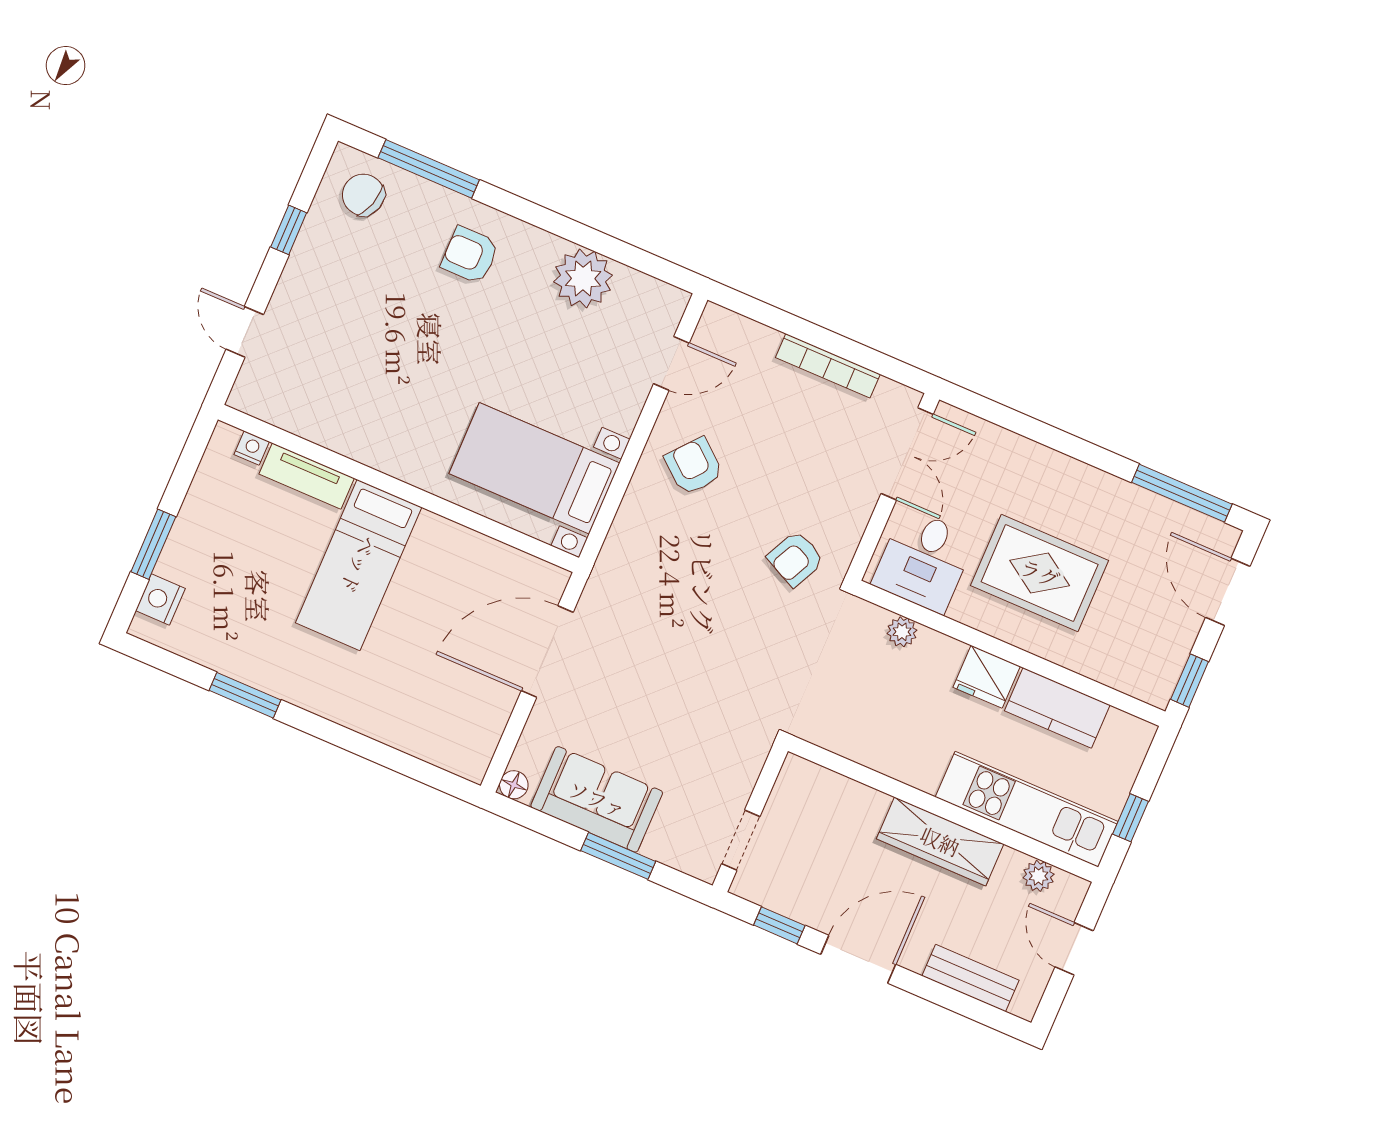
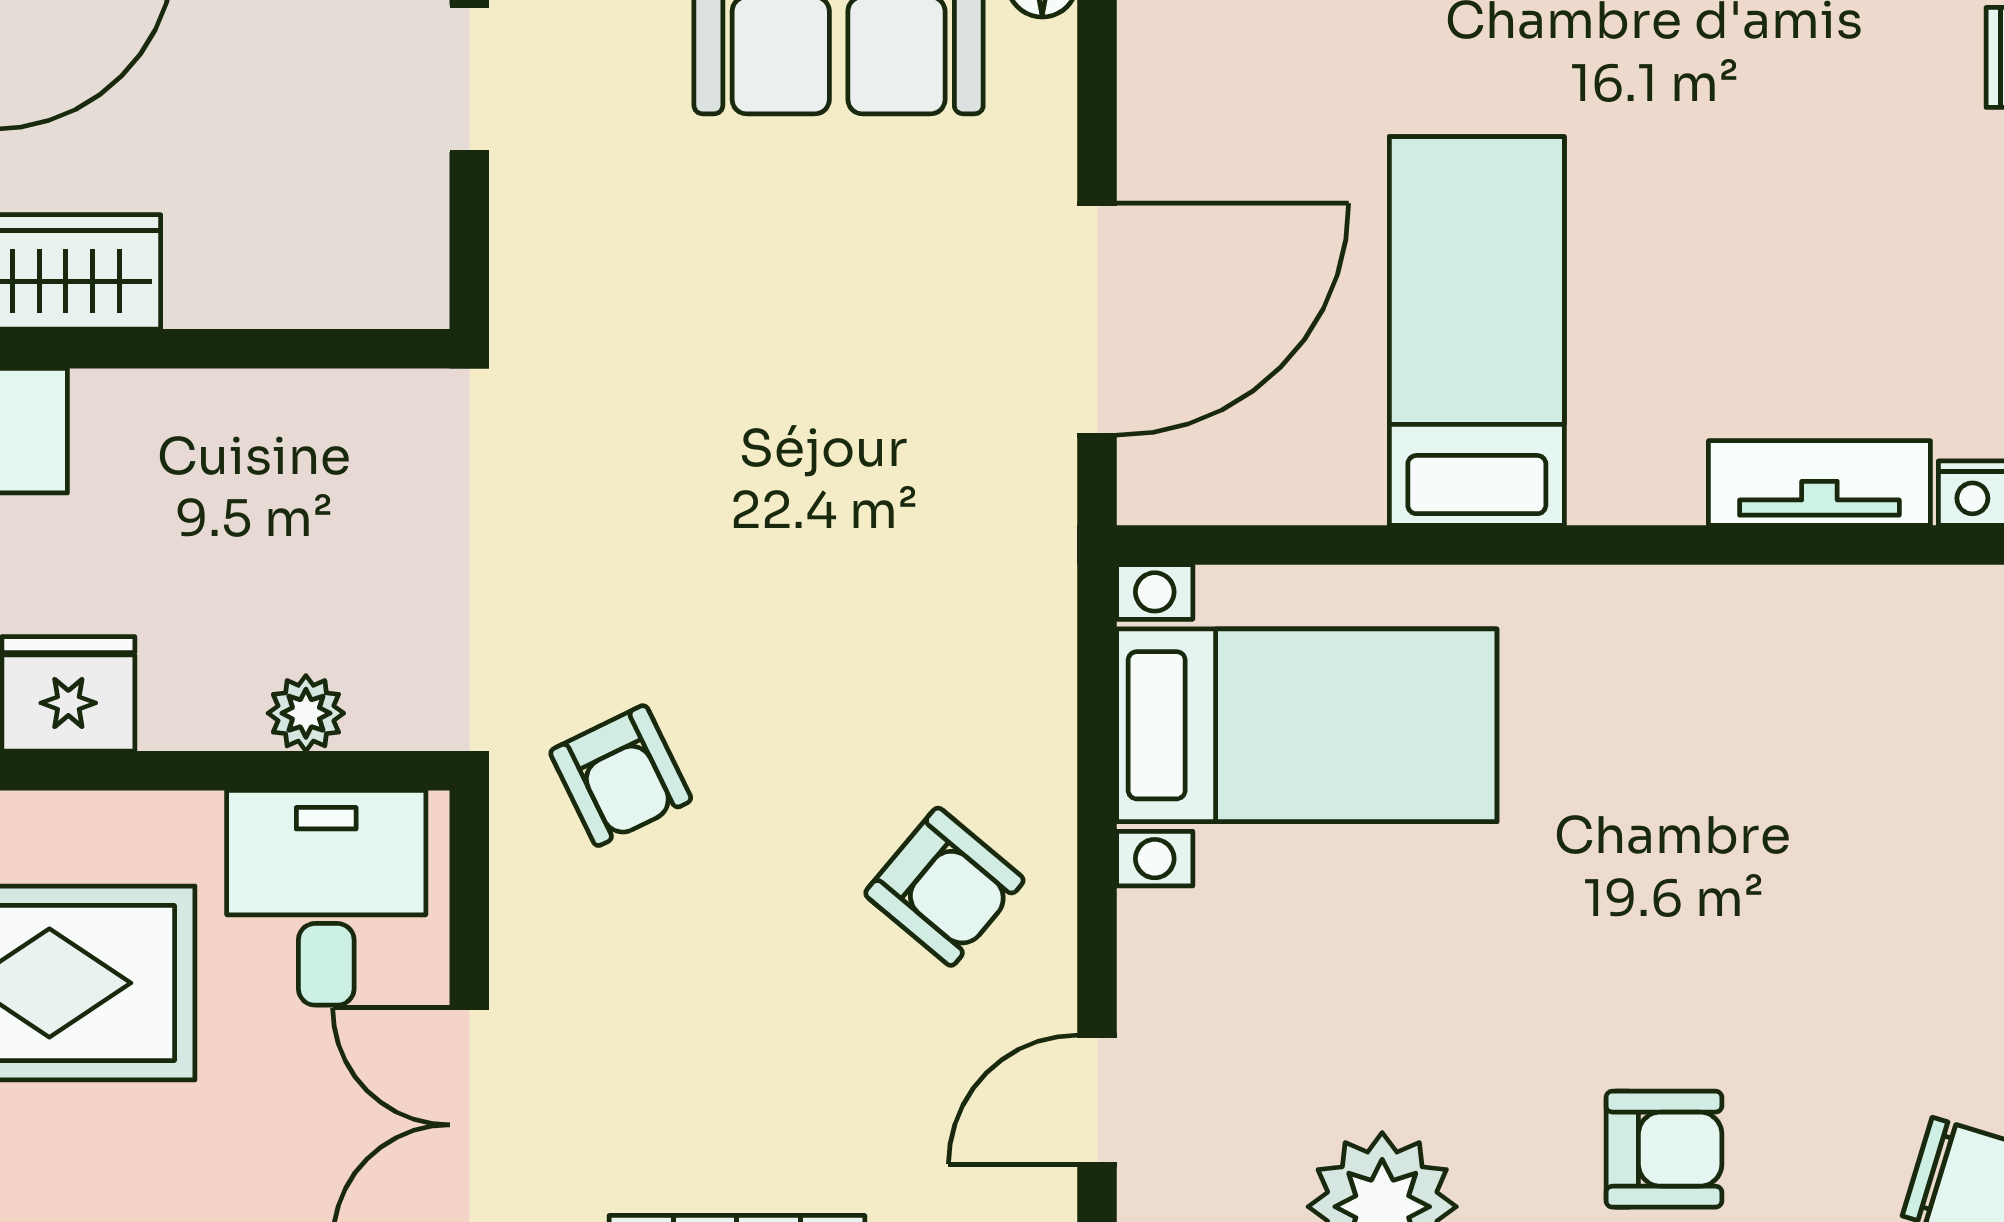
armchair: (796, 559) -> (621, 776), turned 128
bed: (359, 565) -> (1477, 331), moved

